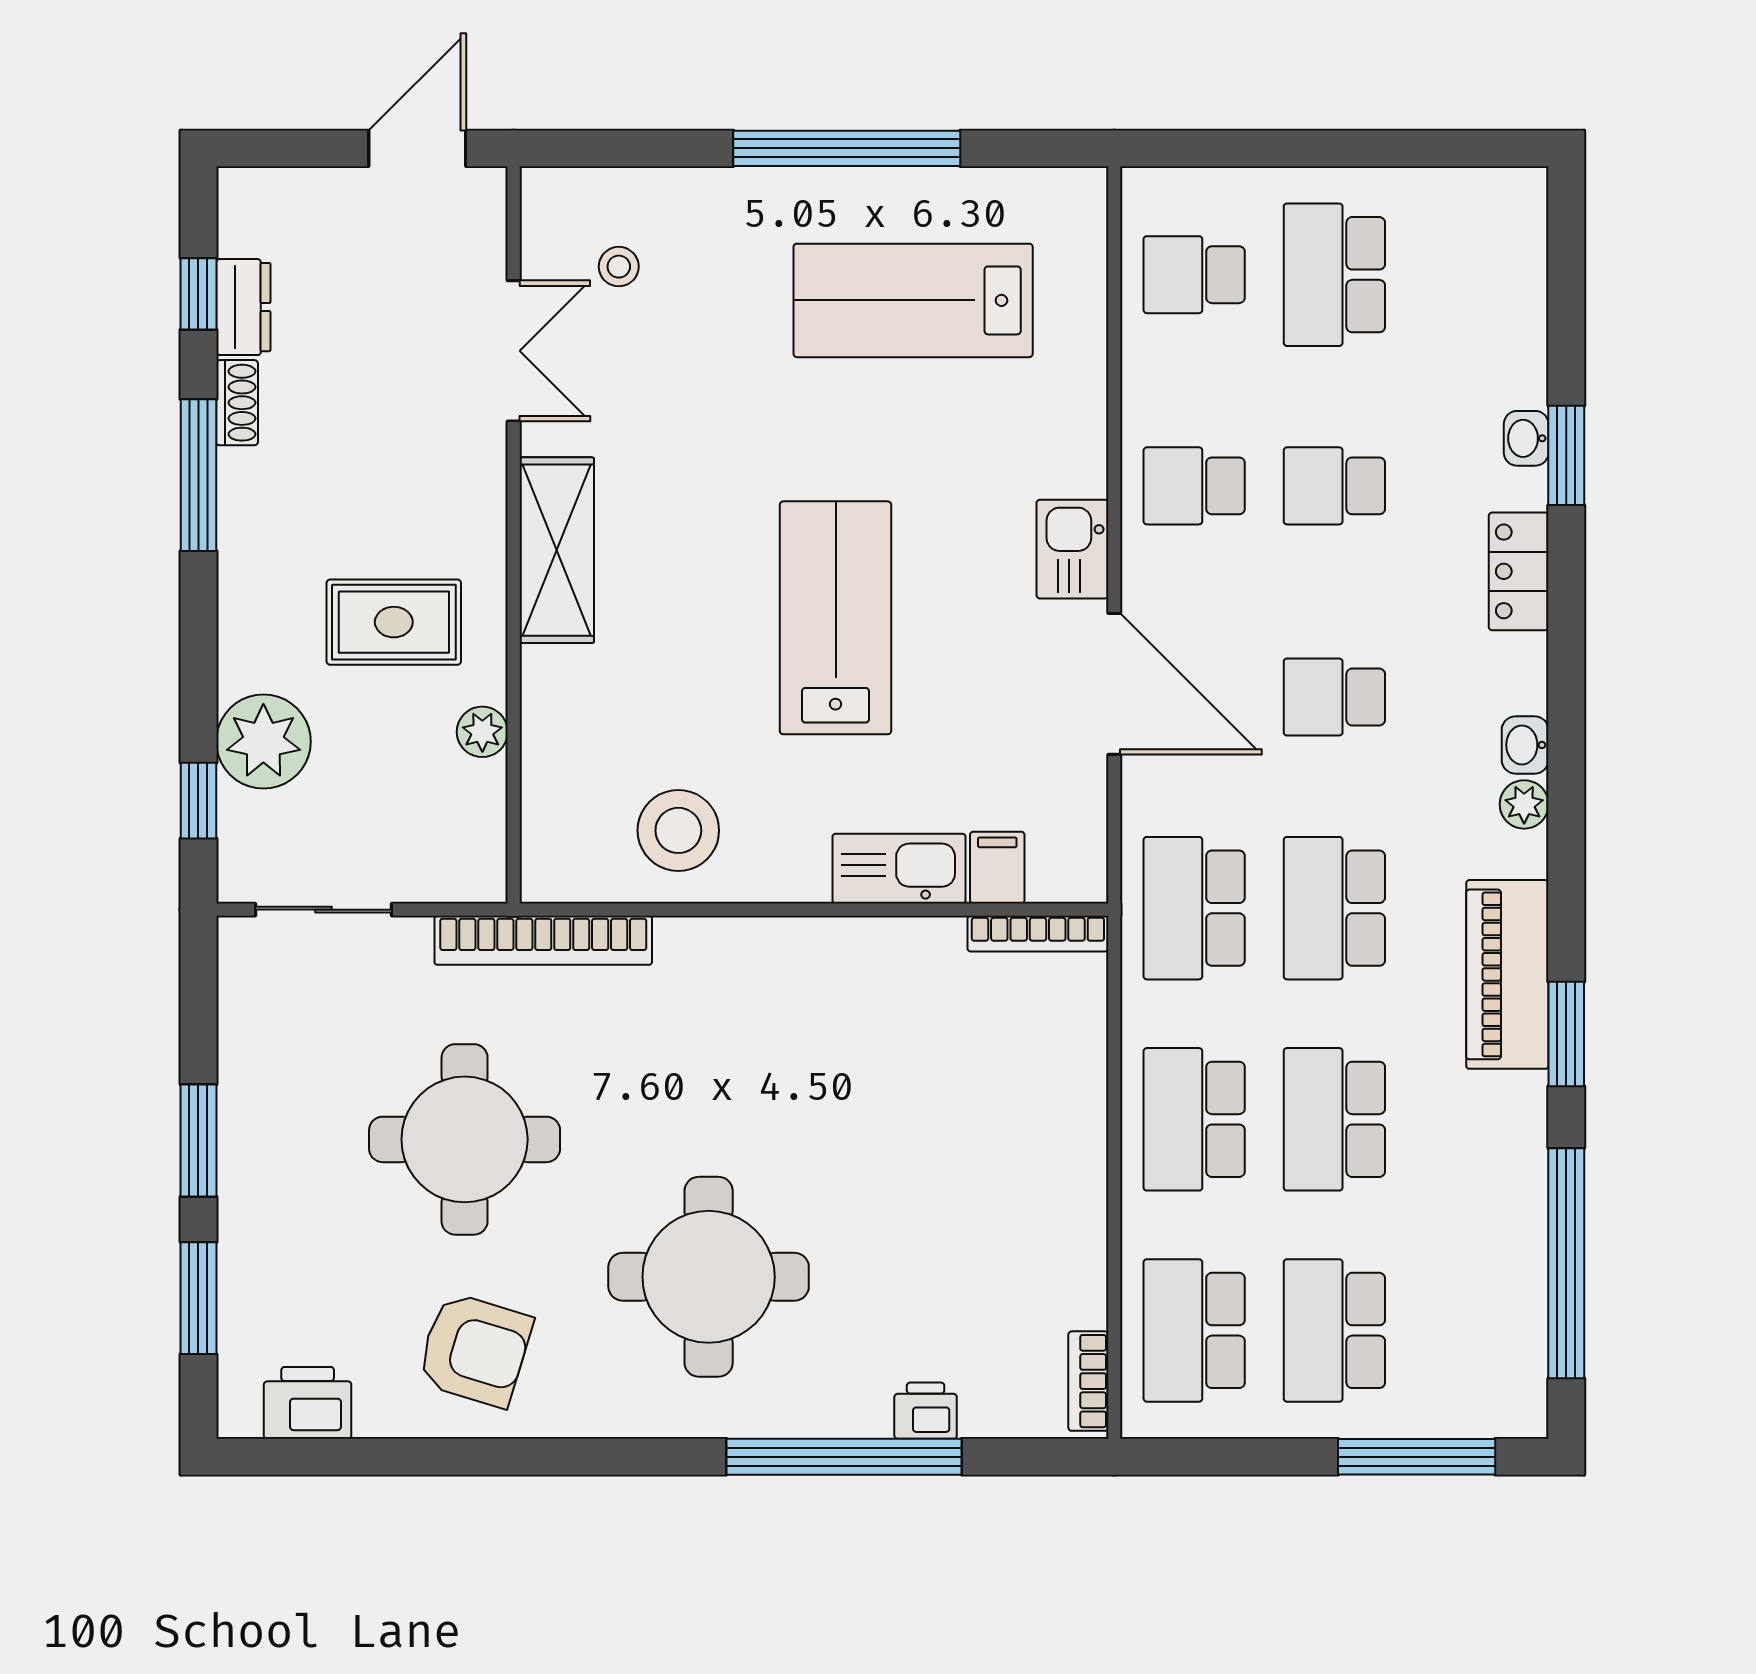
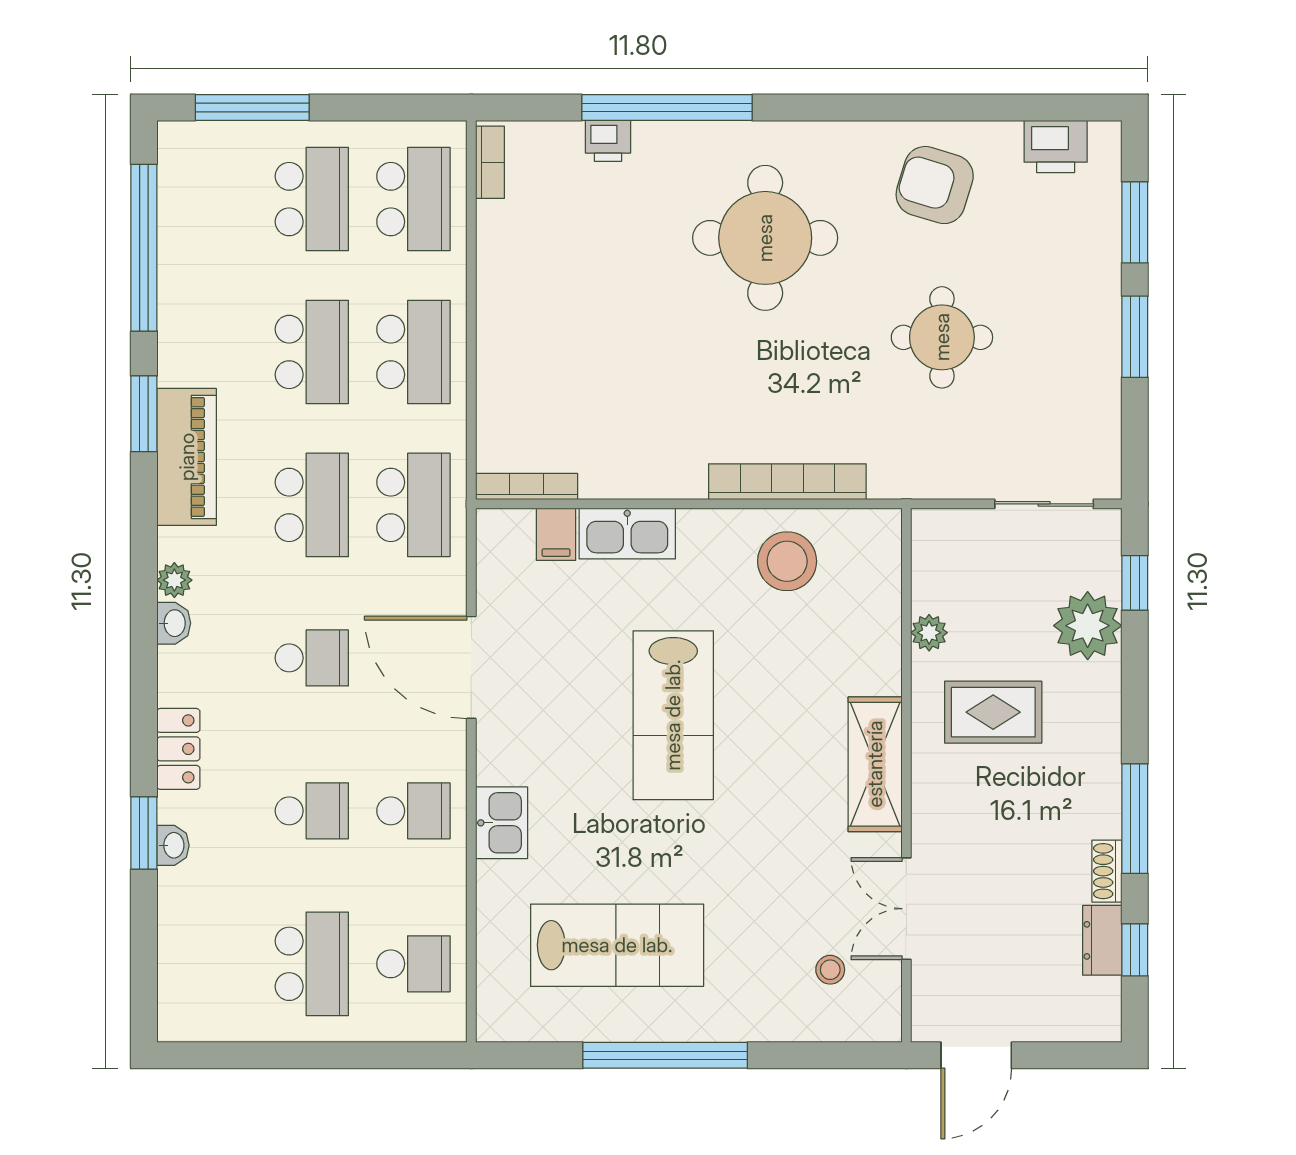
kitchen sink: (1072, 549) -> (502, 823), moved
bookcase: (543, 940) -> (787, 482), moved
round table: (465, 1139) -> (942, 337), width x0.73, depth x0.73

